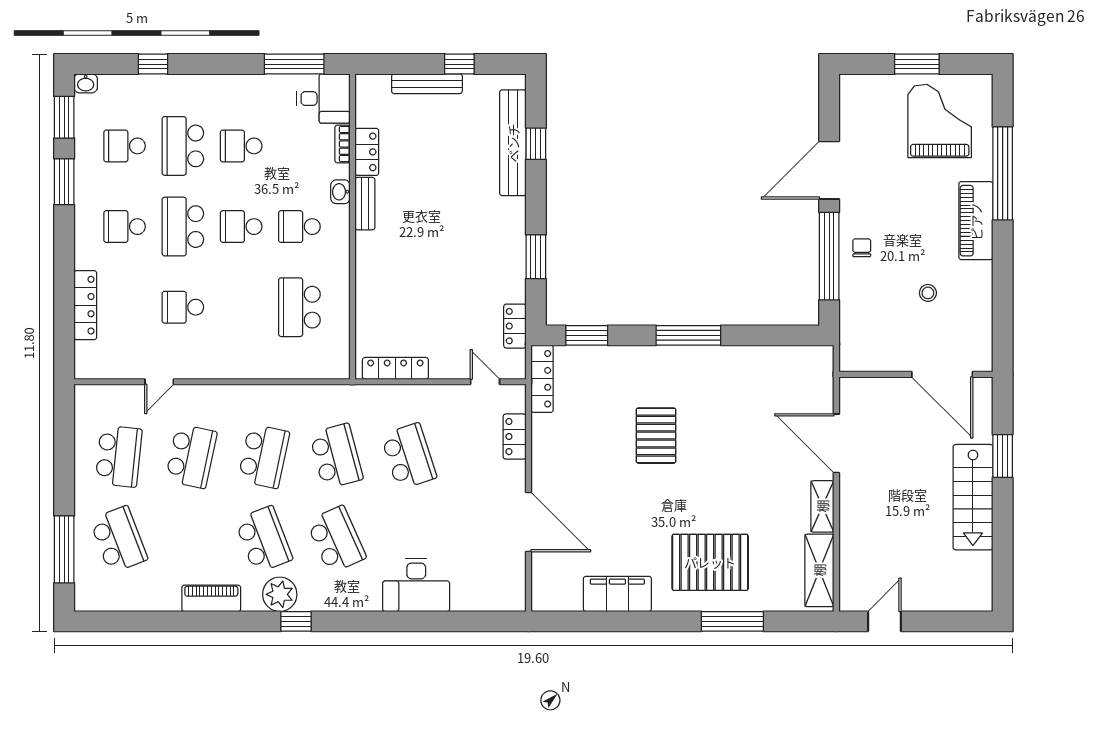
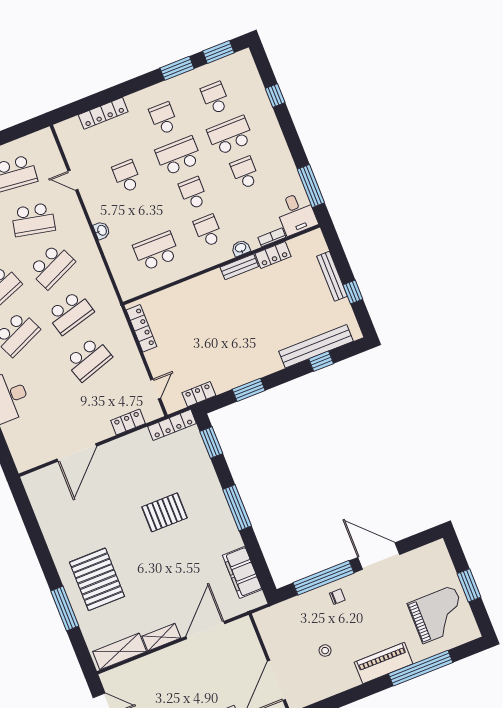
washbasin: (86, 83) -> (102, 230), moved, turned 180
school desk: (264, 456) -> (52, 266), turned -36
filing cabinet: (617, 594) -> (242, 572), moved, turned 180

